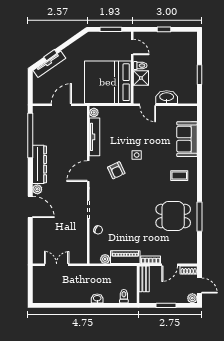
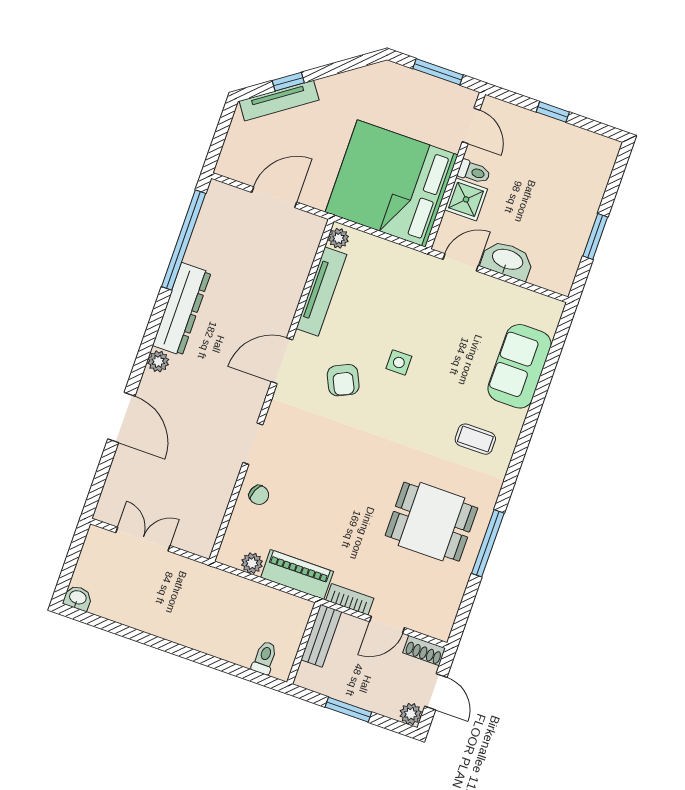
door: (148, 105) -> (461, 262), swing flipped
door: (30, 207) -> (121, 418), moved
washbasin: (97, 298) -> (78, 598), moved

